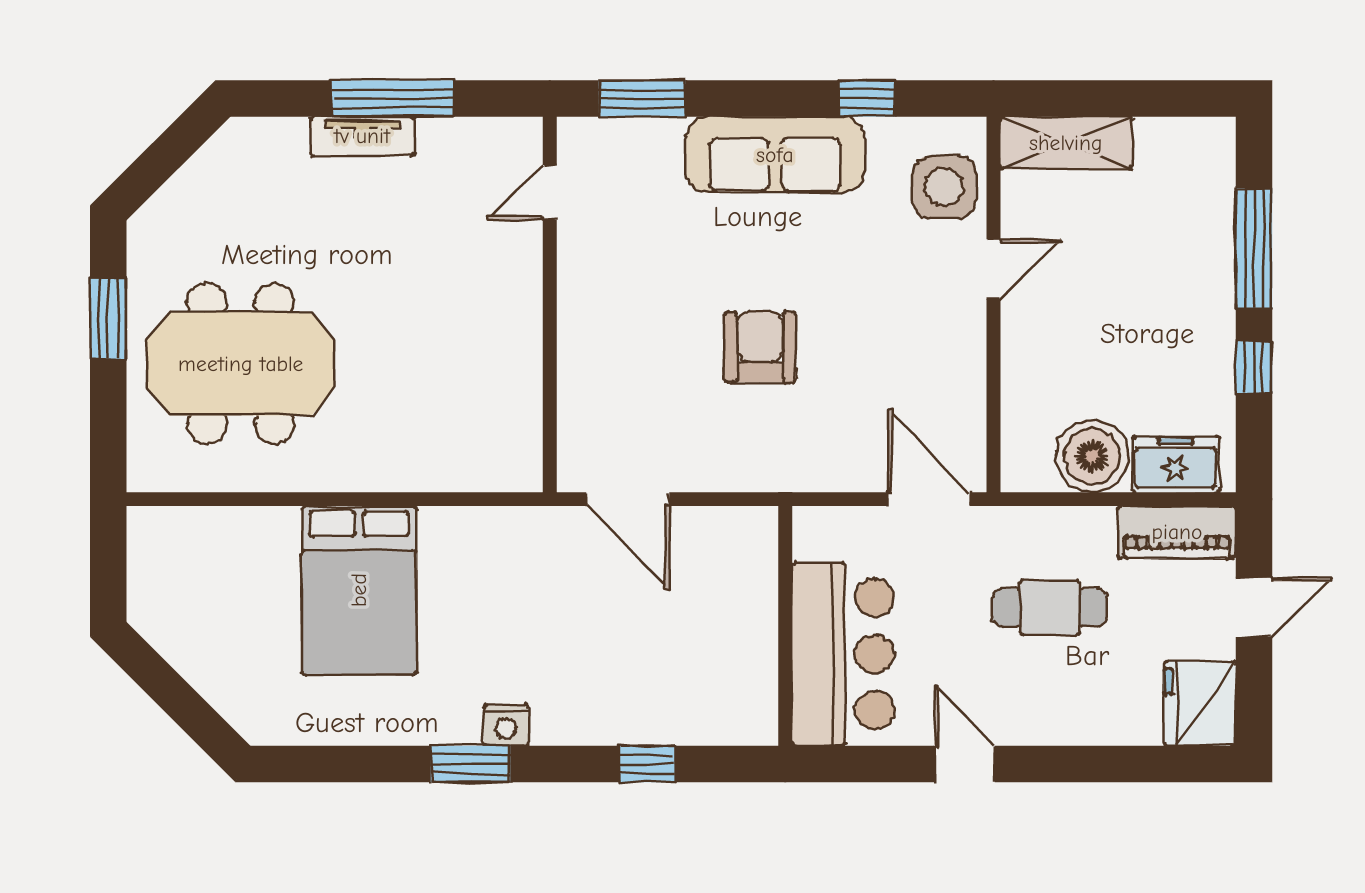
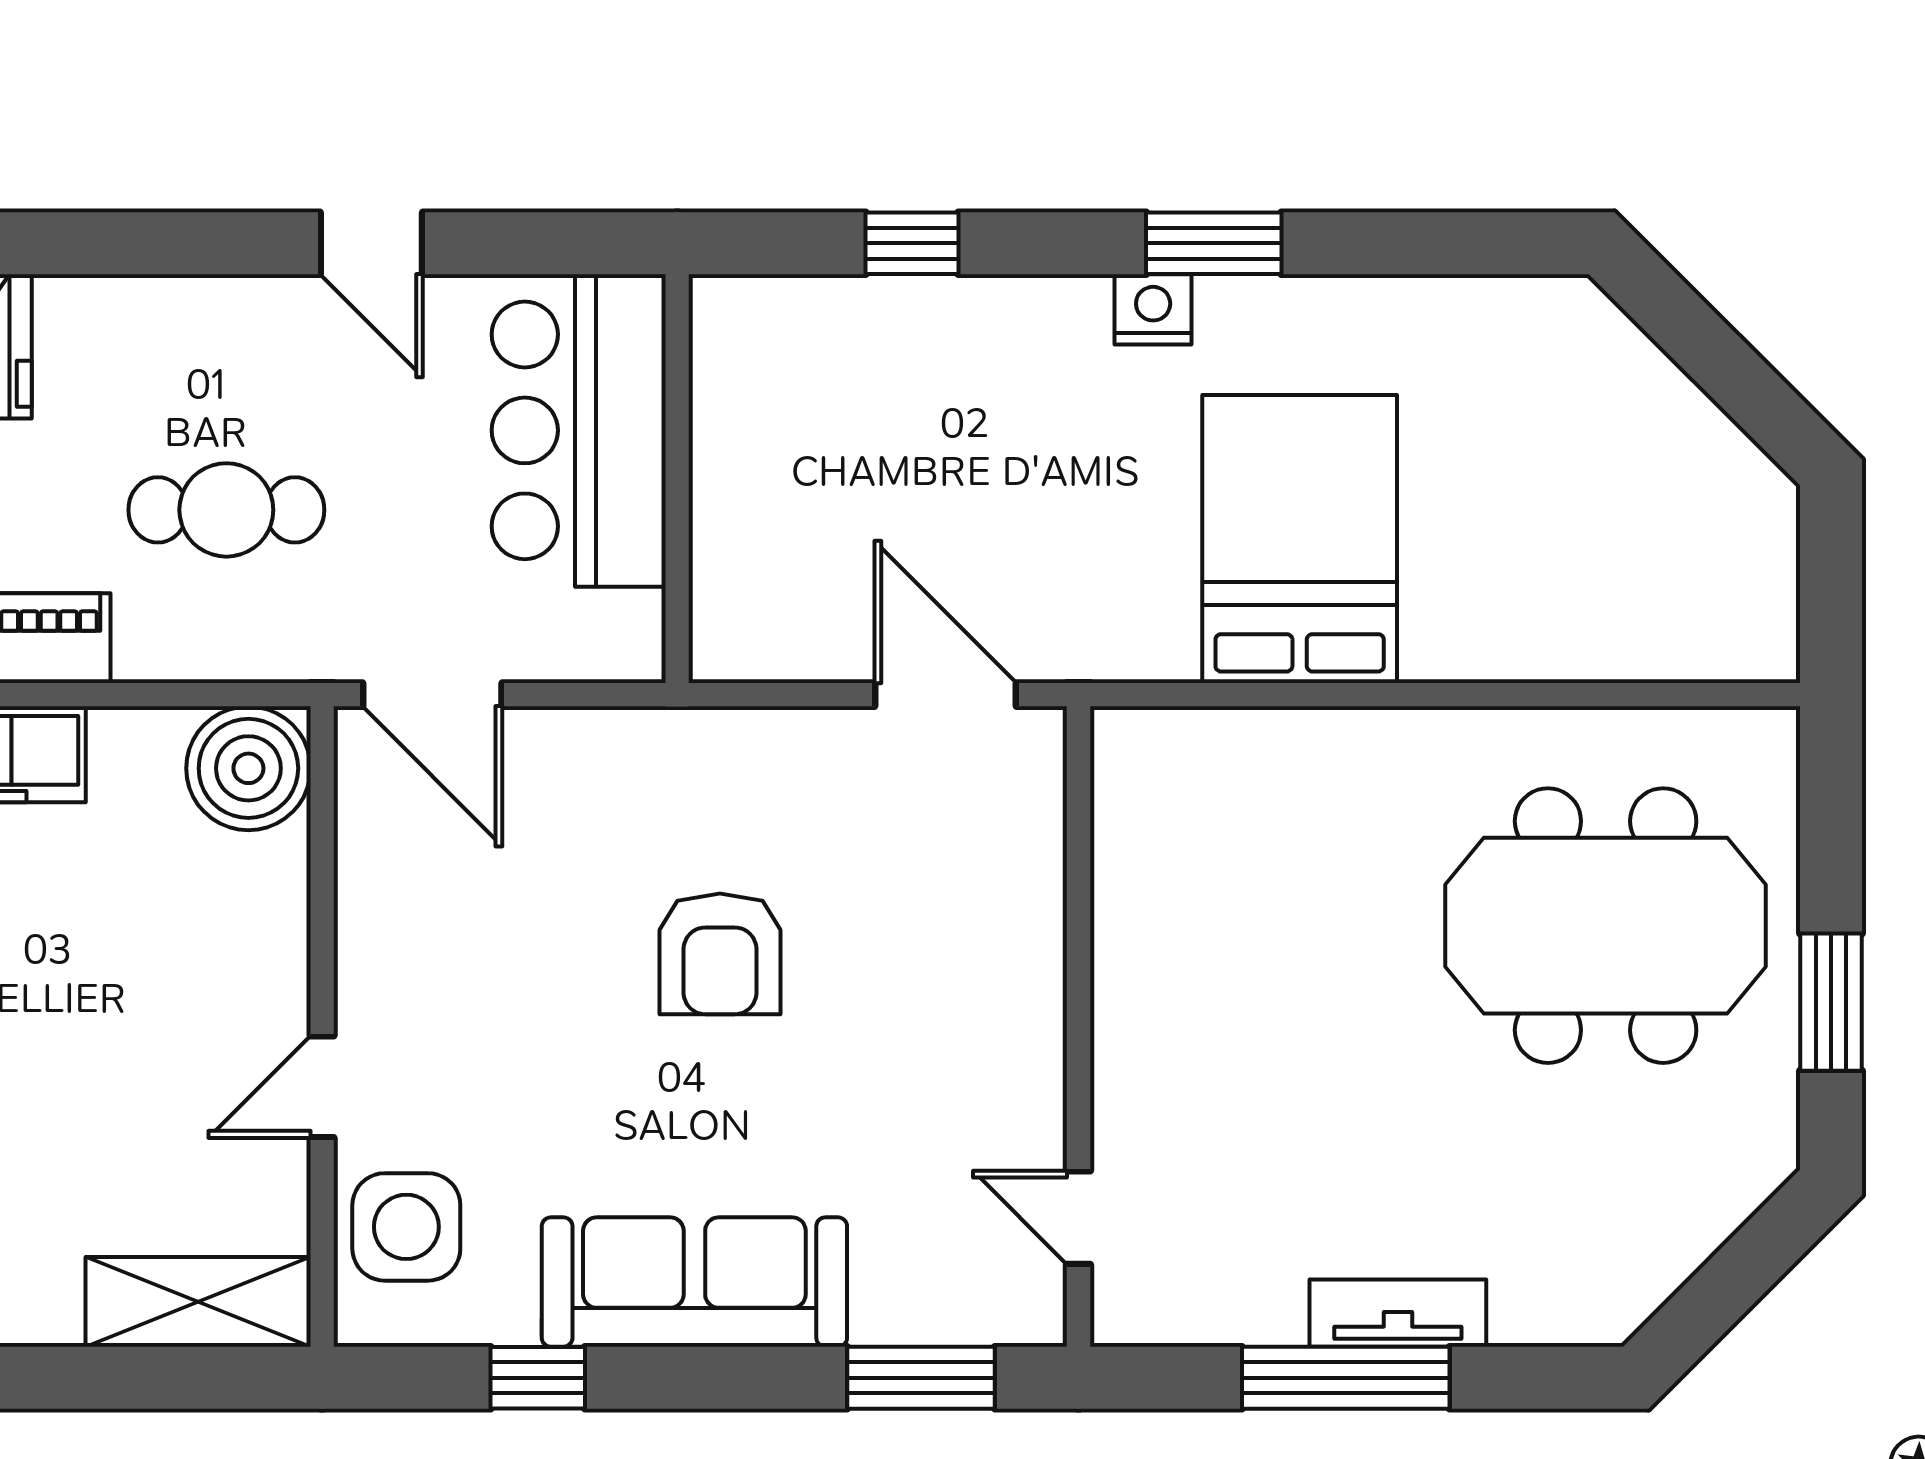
door: (550, 192) -> (1078, 1218), swing flipped
boiler: (1092, 456) -> (248, 768), moved
bed: (359, 590) -> (1300, 539), moved

